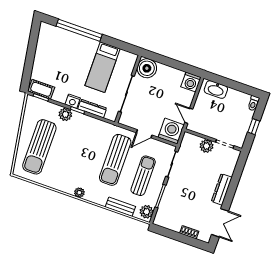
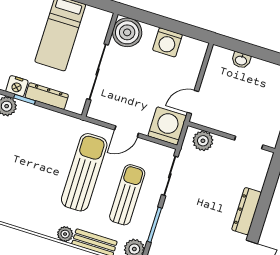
washing machine: (191, 82) -> (167, 42), moved
washbasin: (216, 90) -> (241, 60), width x0.52, depth x0.69
door: (189, 116) -> (193, 102), hinge flipped
plant: (206, 146) -> (203, 141), moved
sun lounger: (115, 160) -> (84, 172), turned 180
plant: (79, 193) -> (65, 234), moved

